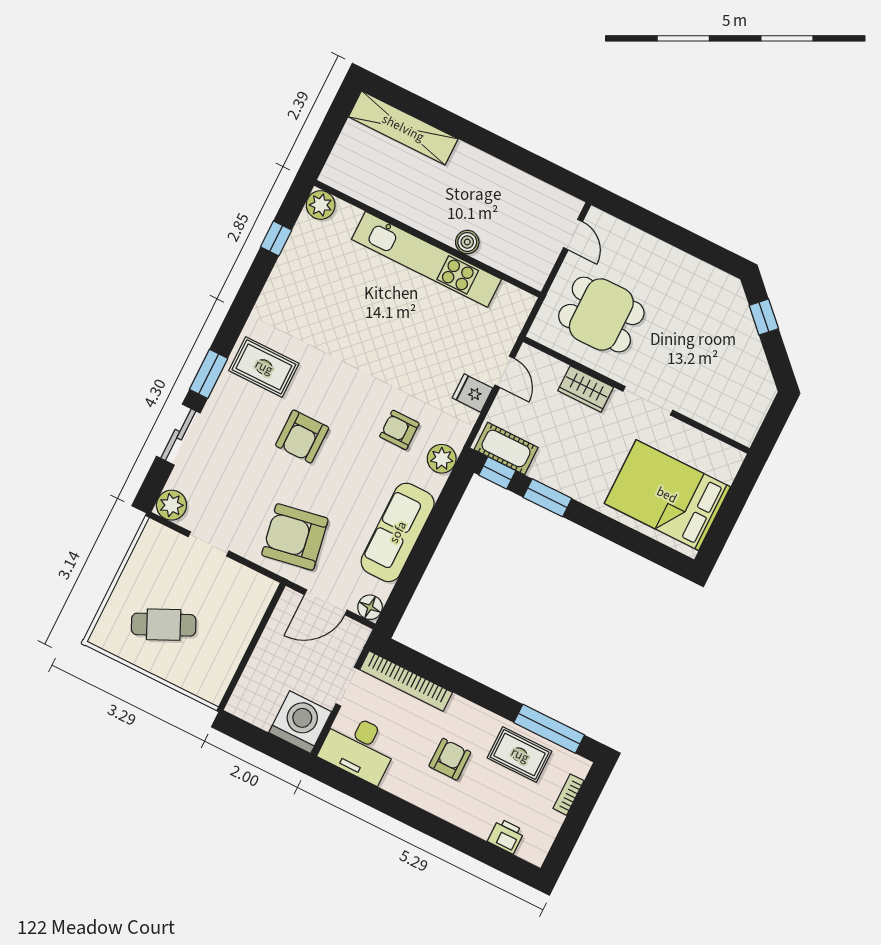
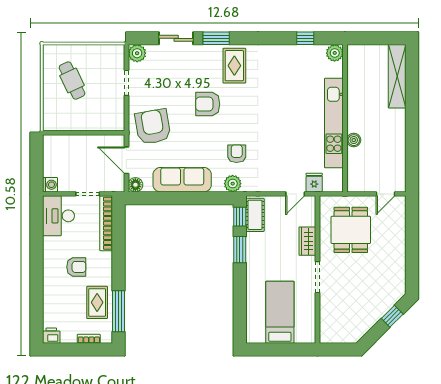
fridge: (472, 393) -> (314, 183), moved
bed: (667, 495) -> (280, 312), width x0.67
washing machine: (300, 722) -> (50, 185), width x0.53, depth x0.53
printer: (506, 836) -> (51, 336), moved, turned -90

